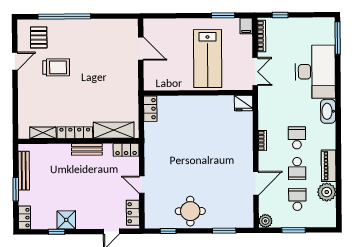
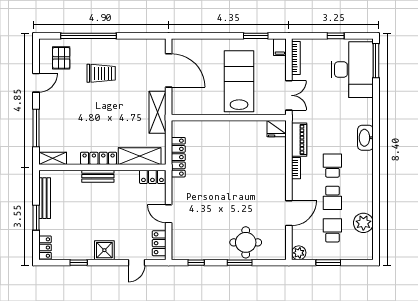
window: (280, 15) -> (336, 36), moved
door: (141, 49) -> (169, 70), width x1.36
lab bench: (208, 59) -> (239, 81), turned 180
trolley: (56, 67) -> (101, 73), moved
desk: (315, 72) -> (352, 70), moved
shelving: (130, 88) -> (157, 112), added
window: (15, 104) -> (36, 128), added
locker: (150, 109) -> (178, 157), moved, width x1.53
shelving: (43, 133) -> (53, 158), moved
bench: (87, 149) -> (98, 176), moved
piano: (329, 166) -> (299, 140), moved, turned 180
round table: (190, 211) -> (246, 242), moved
shower: (66, 220) -> (104, 250), moved
window: (224, 231) -> (240, 263), moved

